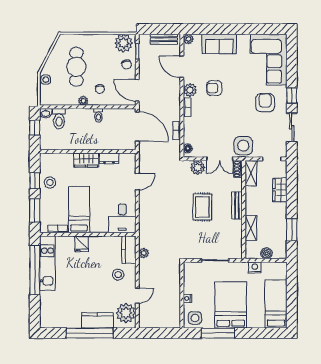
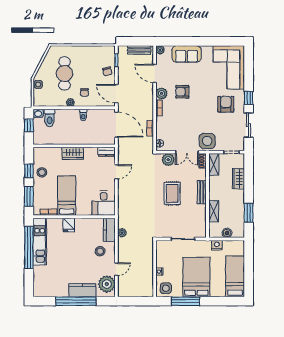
plant: (124, 43) -> (105, 53), removed
dresser: (109, 158) -> (106, 152), moved

